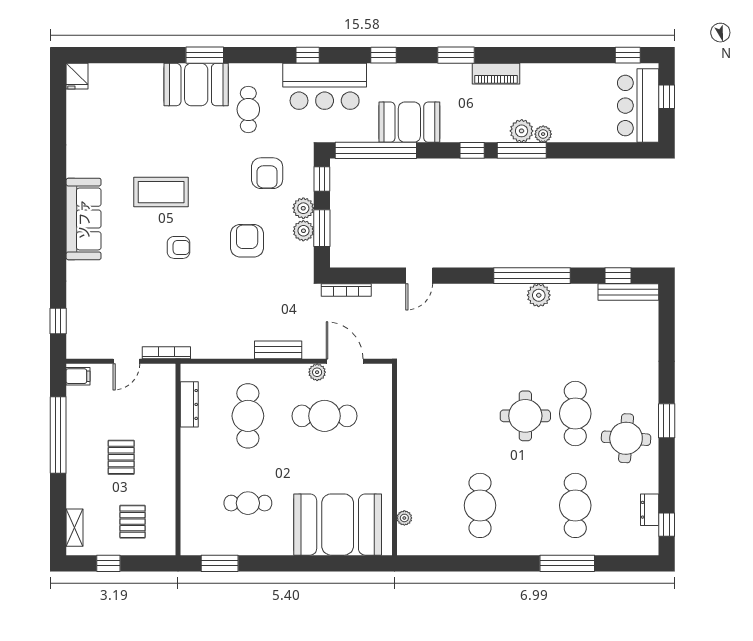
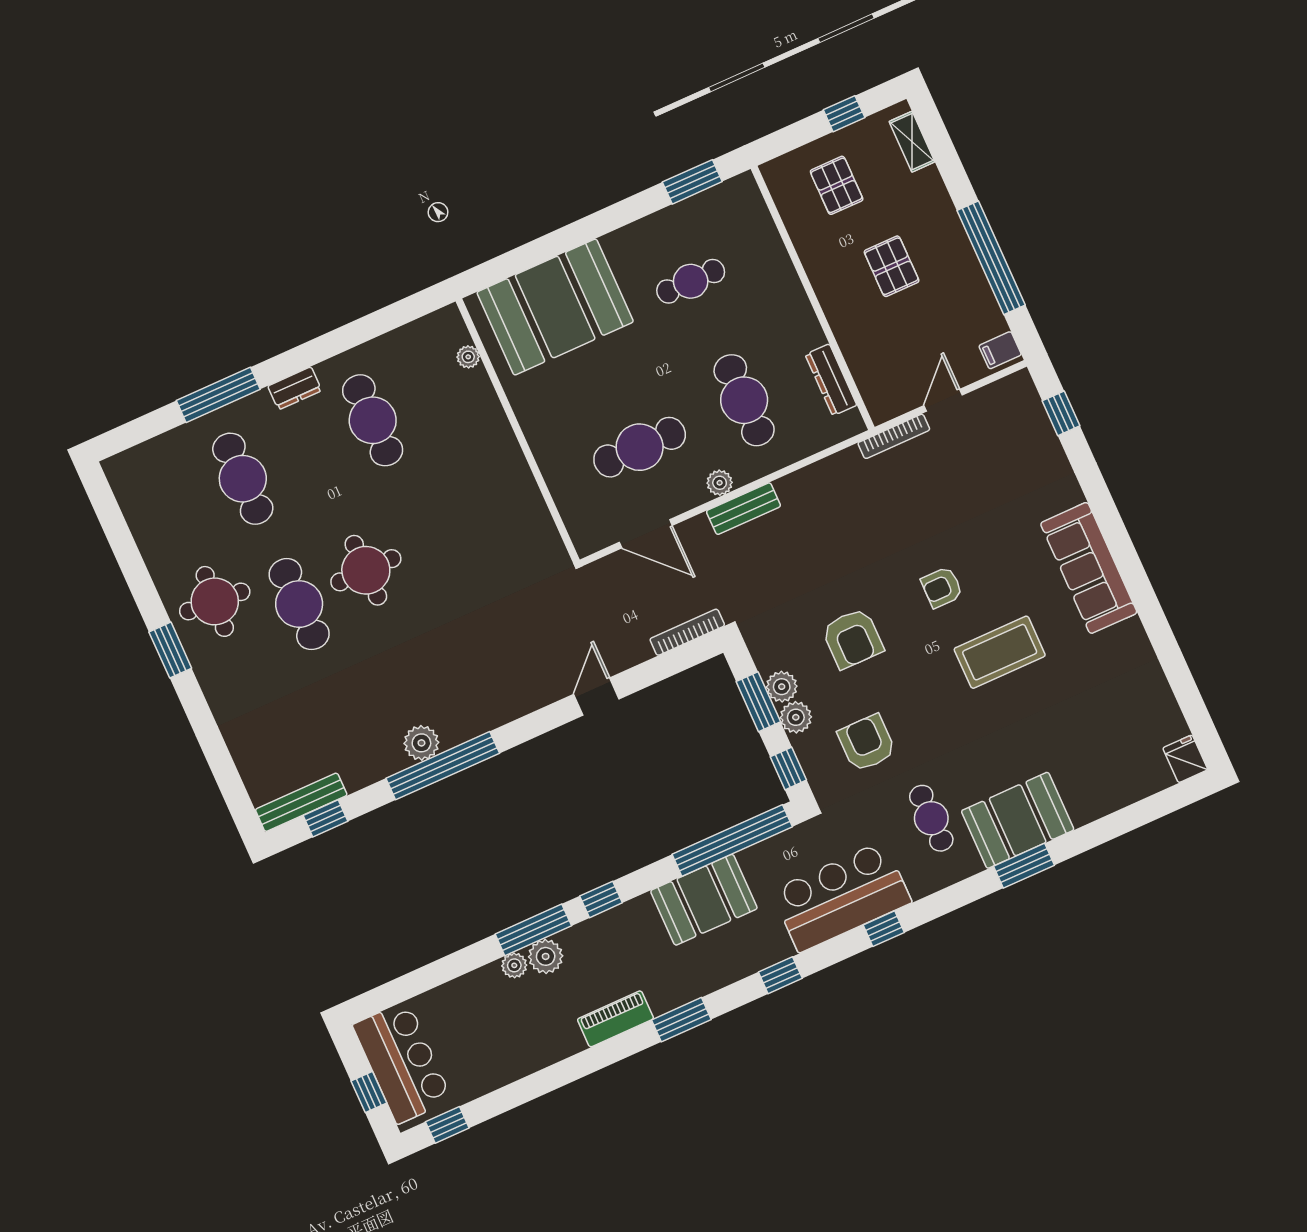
plant: (317, 372) -> (720, 483), moved
dresser: (650, 510) -> (295, 388), moved, turned 90
window: (667, 525) -> (107, 508), removed

